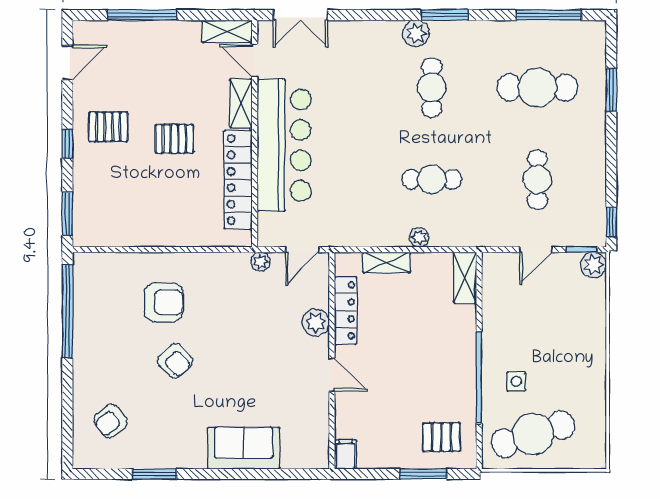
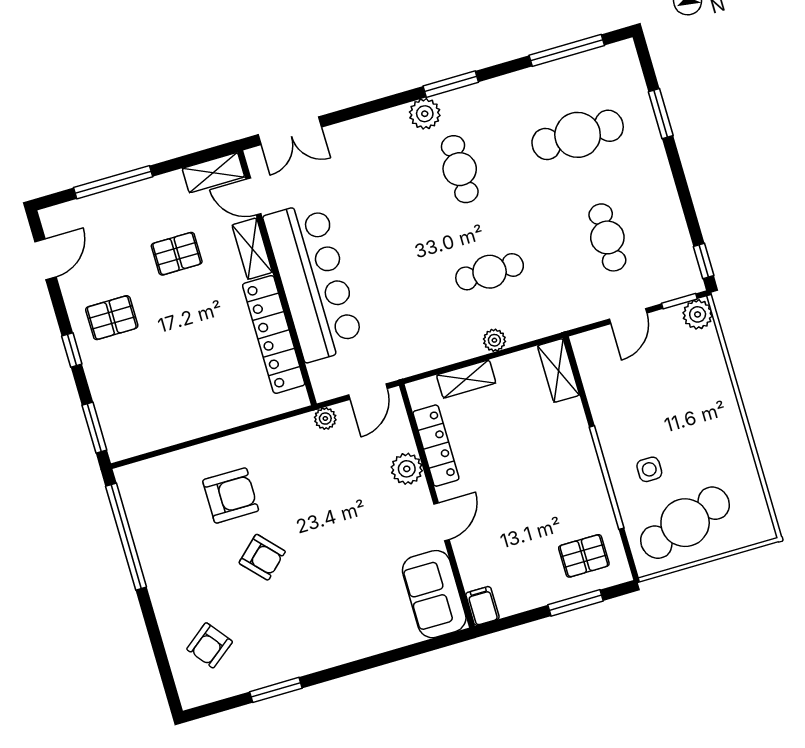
pallet: (174, 139) -> (177, 254), moved
door: (332, 375) -> (441, 522), hinge flipped
sofa: (244, 448) -> (434, 594), moved, turned -90

